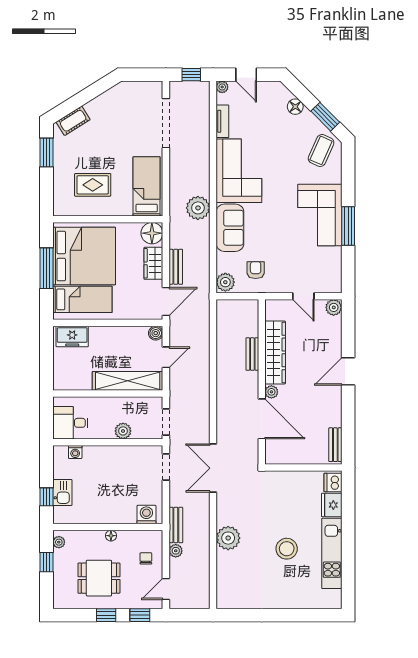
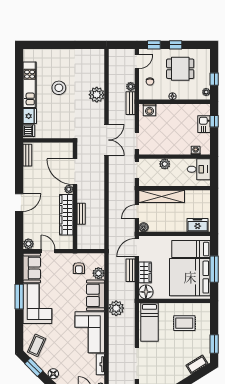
sofa: (329, 270) -> (32, 268), added
plant: (225, 282) -> (98, 273), moved

